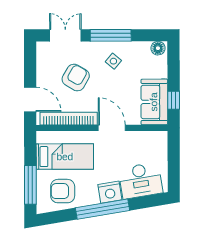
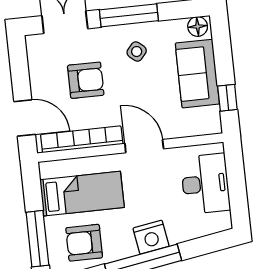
armchair: (76, 78) -> (86, 80), turned 60
sofa: (154, 102) -> (197, 74), moved
desk: (140, 181) -> (205, 184), moved, turned -81

